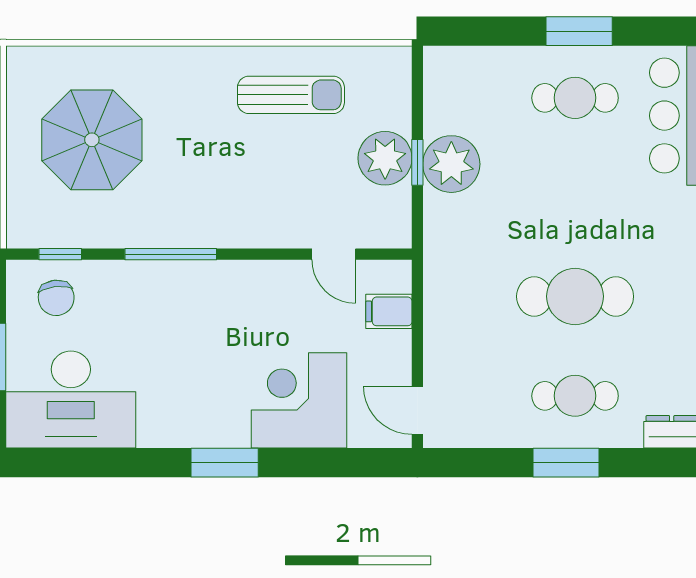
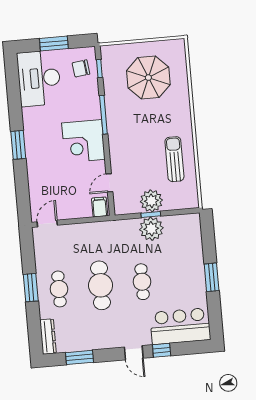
sun lounger: (291, 95) -> (174, 159), turned 180
cafe table: (575, 98) -> (142, 282), moved
filing cabinet: (389, 311) -> (100, 207), moved
corner desk: (299, 400) -> (83, 141), moved, turned 180

